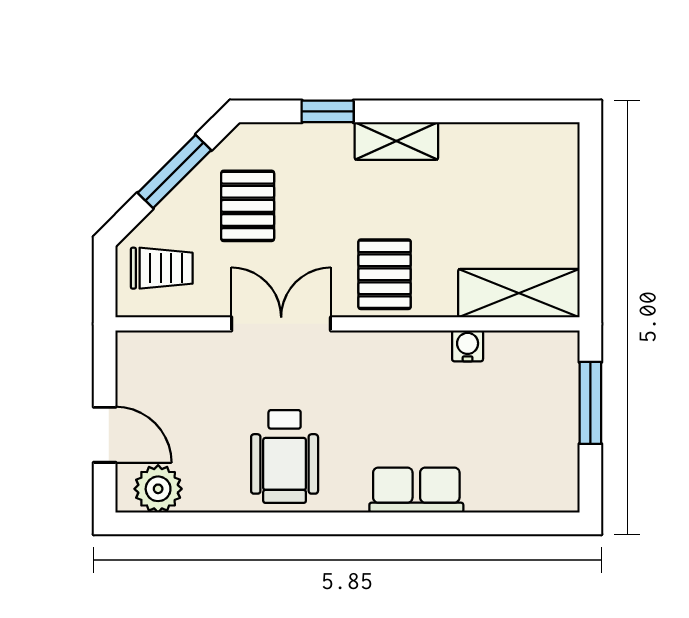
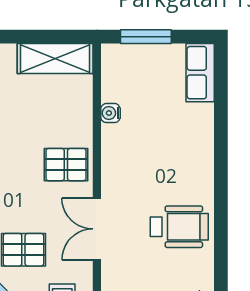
shelving: (519, 293) -> (55, 59), moved, turned 90
row of seats: (416, 490) -> (200, 73), moved

